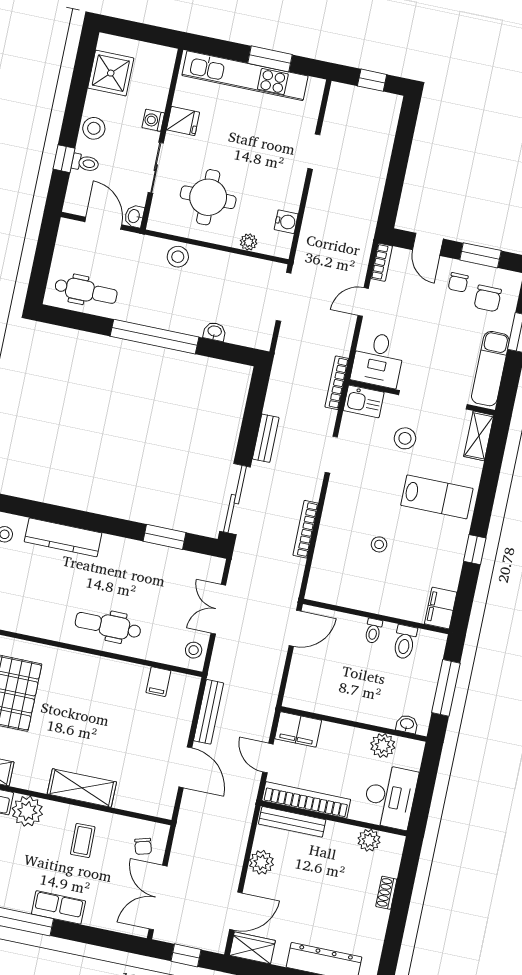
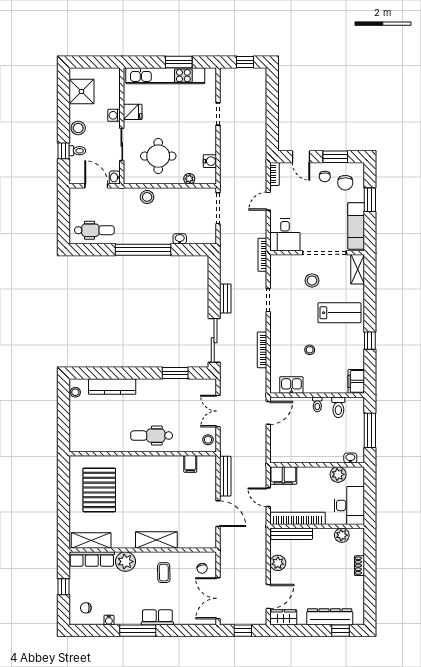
kitchen sink: (364, 401) -> (291, 385), moved, turned 180

